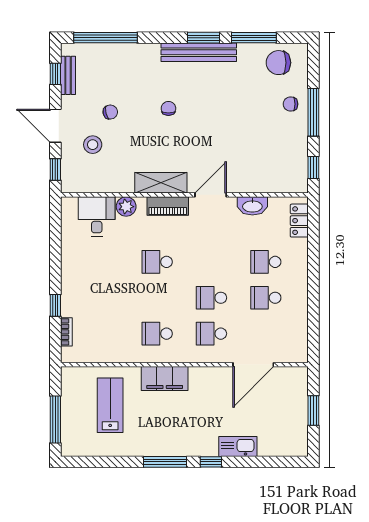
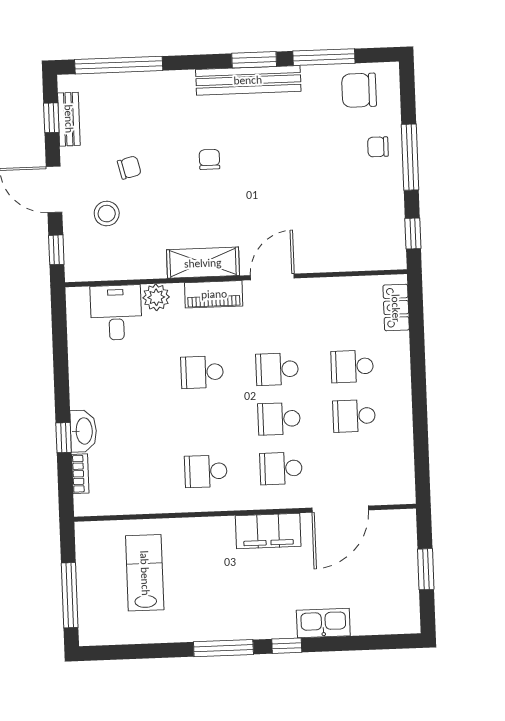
washbasin: (252, 206) -> (83, 431), moved, turned -90
school desk: (212, 262) -> (277, 369), added
filing cabinet: (165, 378) -> (268, 531), moved

